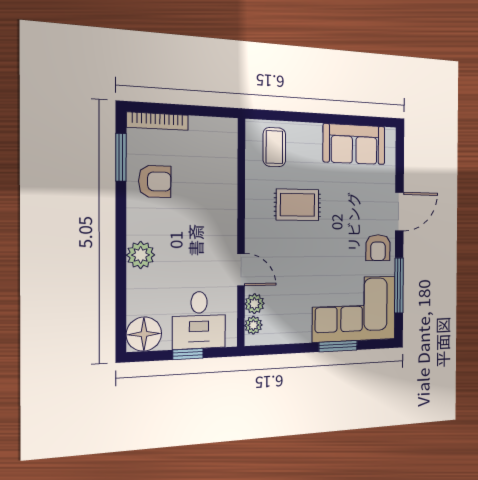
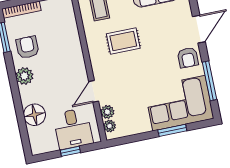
armchair: (155, 181) -> (27, 47), turned -90
plant: (141, 255) -> (24, 76), moved
door: (241, 270) -> (94, 91), swing flipped
floor lamp: (144, 334) -> (34, 115), moved

